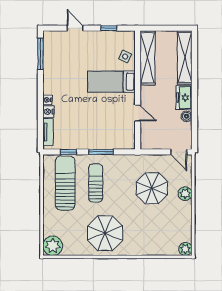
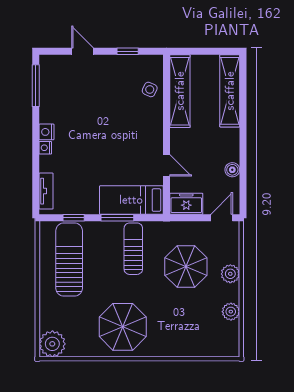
bed: (111, 82) -> (131, 200), moved
freezer: (184, 98) -> (186, 204), moved, turned 90
nightstand: (48, 112) -> (46, 132), moved
door: (179, 152) -> (222, 218), swing flipped
sun lounger: (96, 183) -> (133, 249), moved
plant: (185, 249) -> (231, 312), moved

